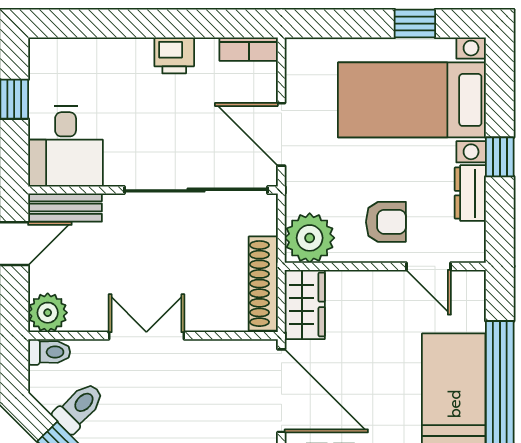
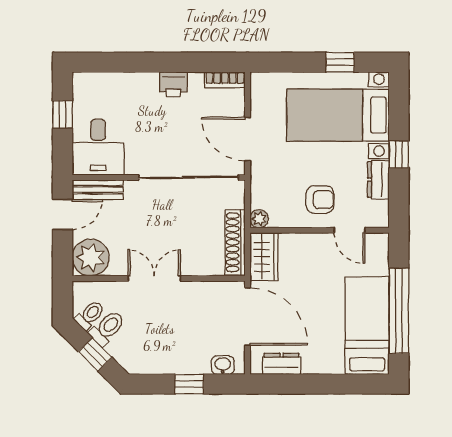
plant: (310, 238) -> (259, 219), width x0.53, depth x0.53
plant: (48, 313) -> (91, 258), width x1.36, depth x1.36
toilet: (49, 352) -> (90, 315), moved, turned -45

